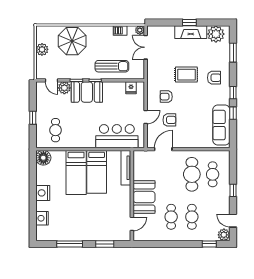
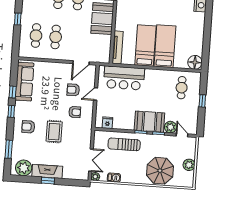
rug: (186, 75) -> (54, 132), turned 90
cafe table: (192, 174) -> (56, 37), width x0.73, depth x0.74
nightstand: (43, 193) -> (198, 29), removed

